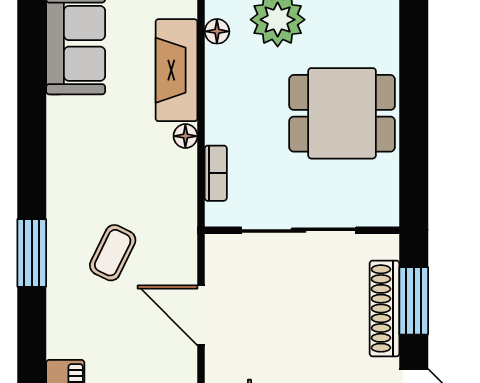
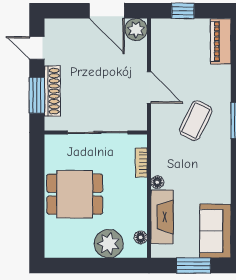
coffee table: (113, 253) -> (196, 121), width x1.36, depth x1.30

